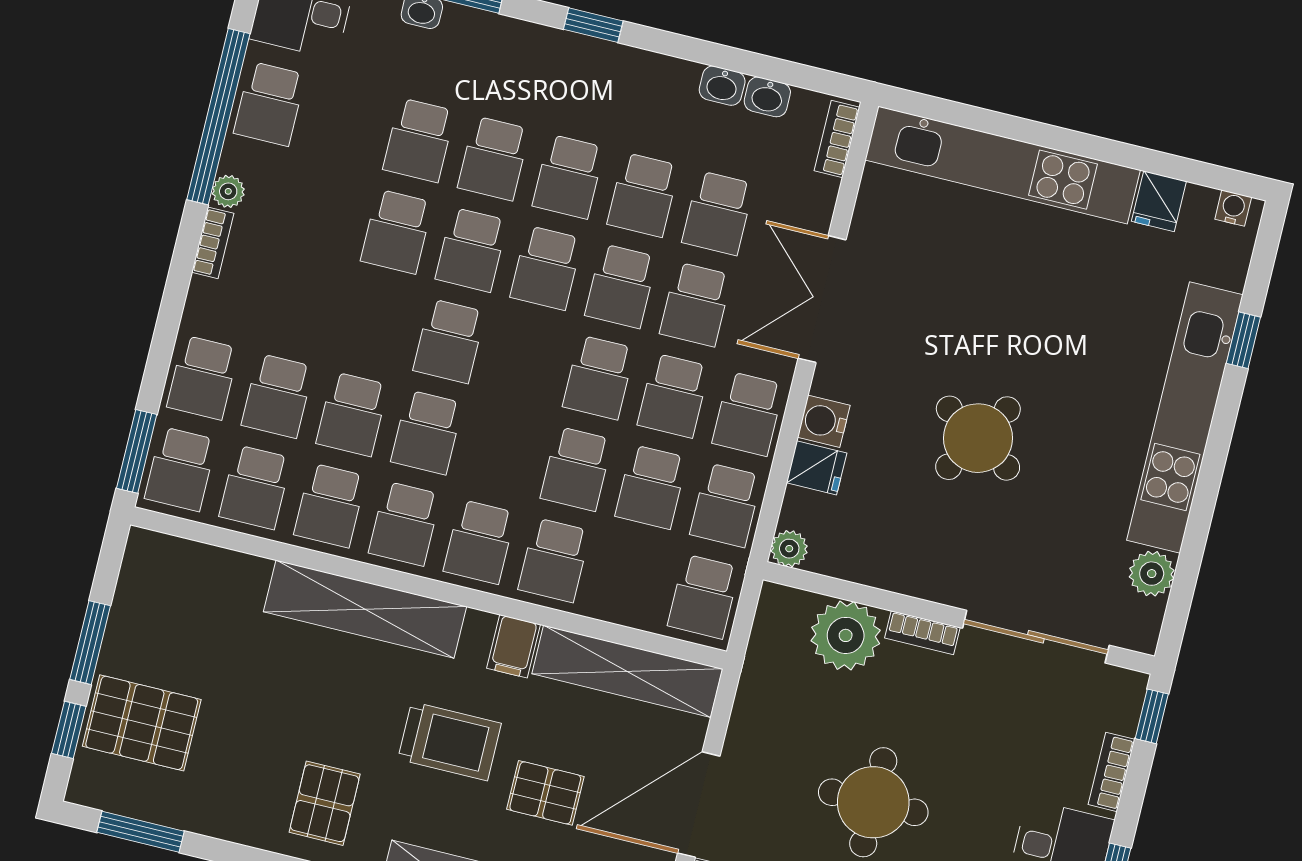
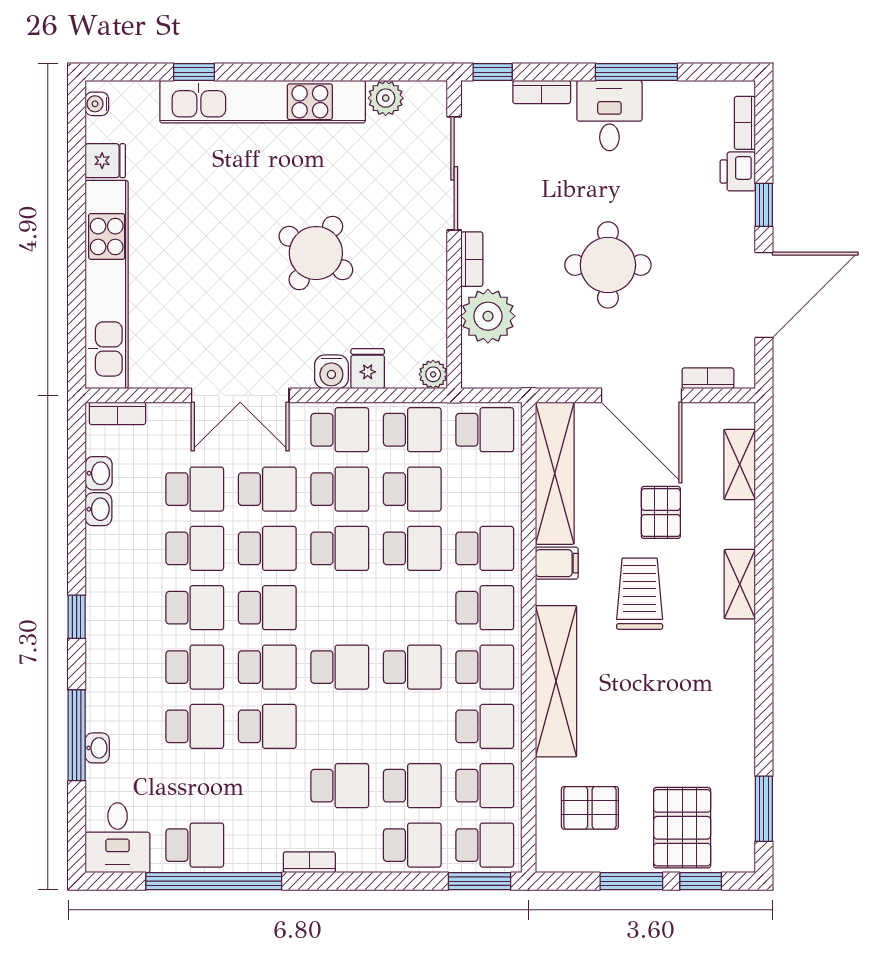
plant: (228, 191) -> (268, 860), removed
school desk: (352, 414) -> (340, 786), moved
pallet: (325, 803) -> (590, 808), moved

